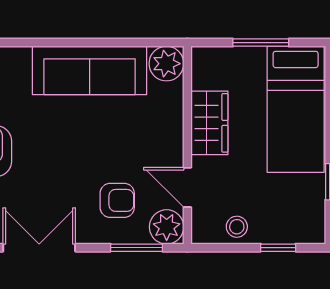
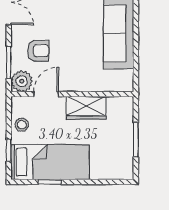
plant: (166, 64) -> (123, 81), removed
bed: (296, 109) -> (50, 162), moved, turned 180
armchair: (117, 200) -> (38, 51), turned -90

